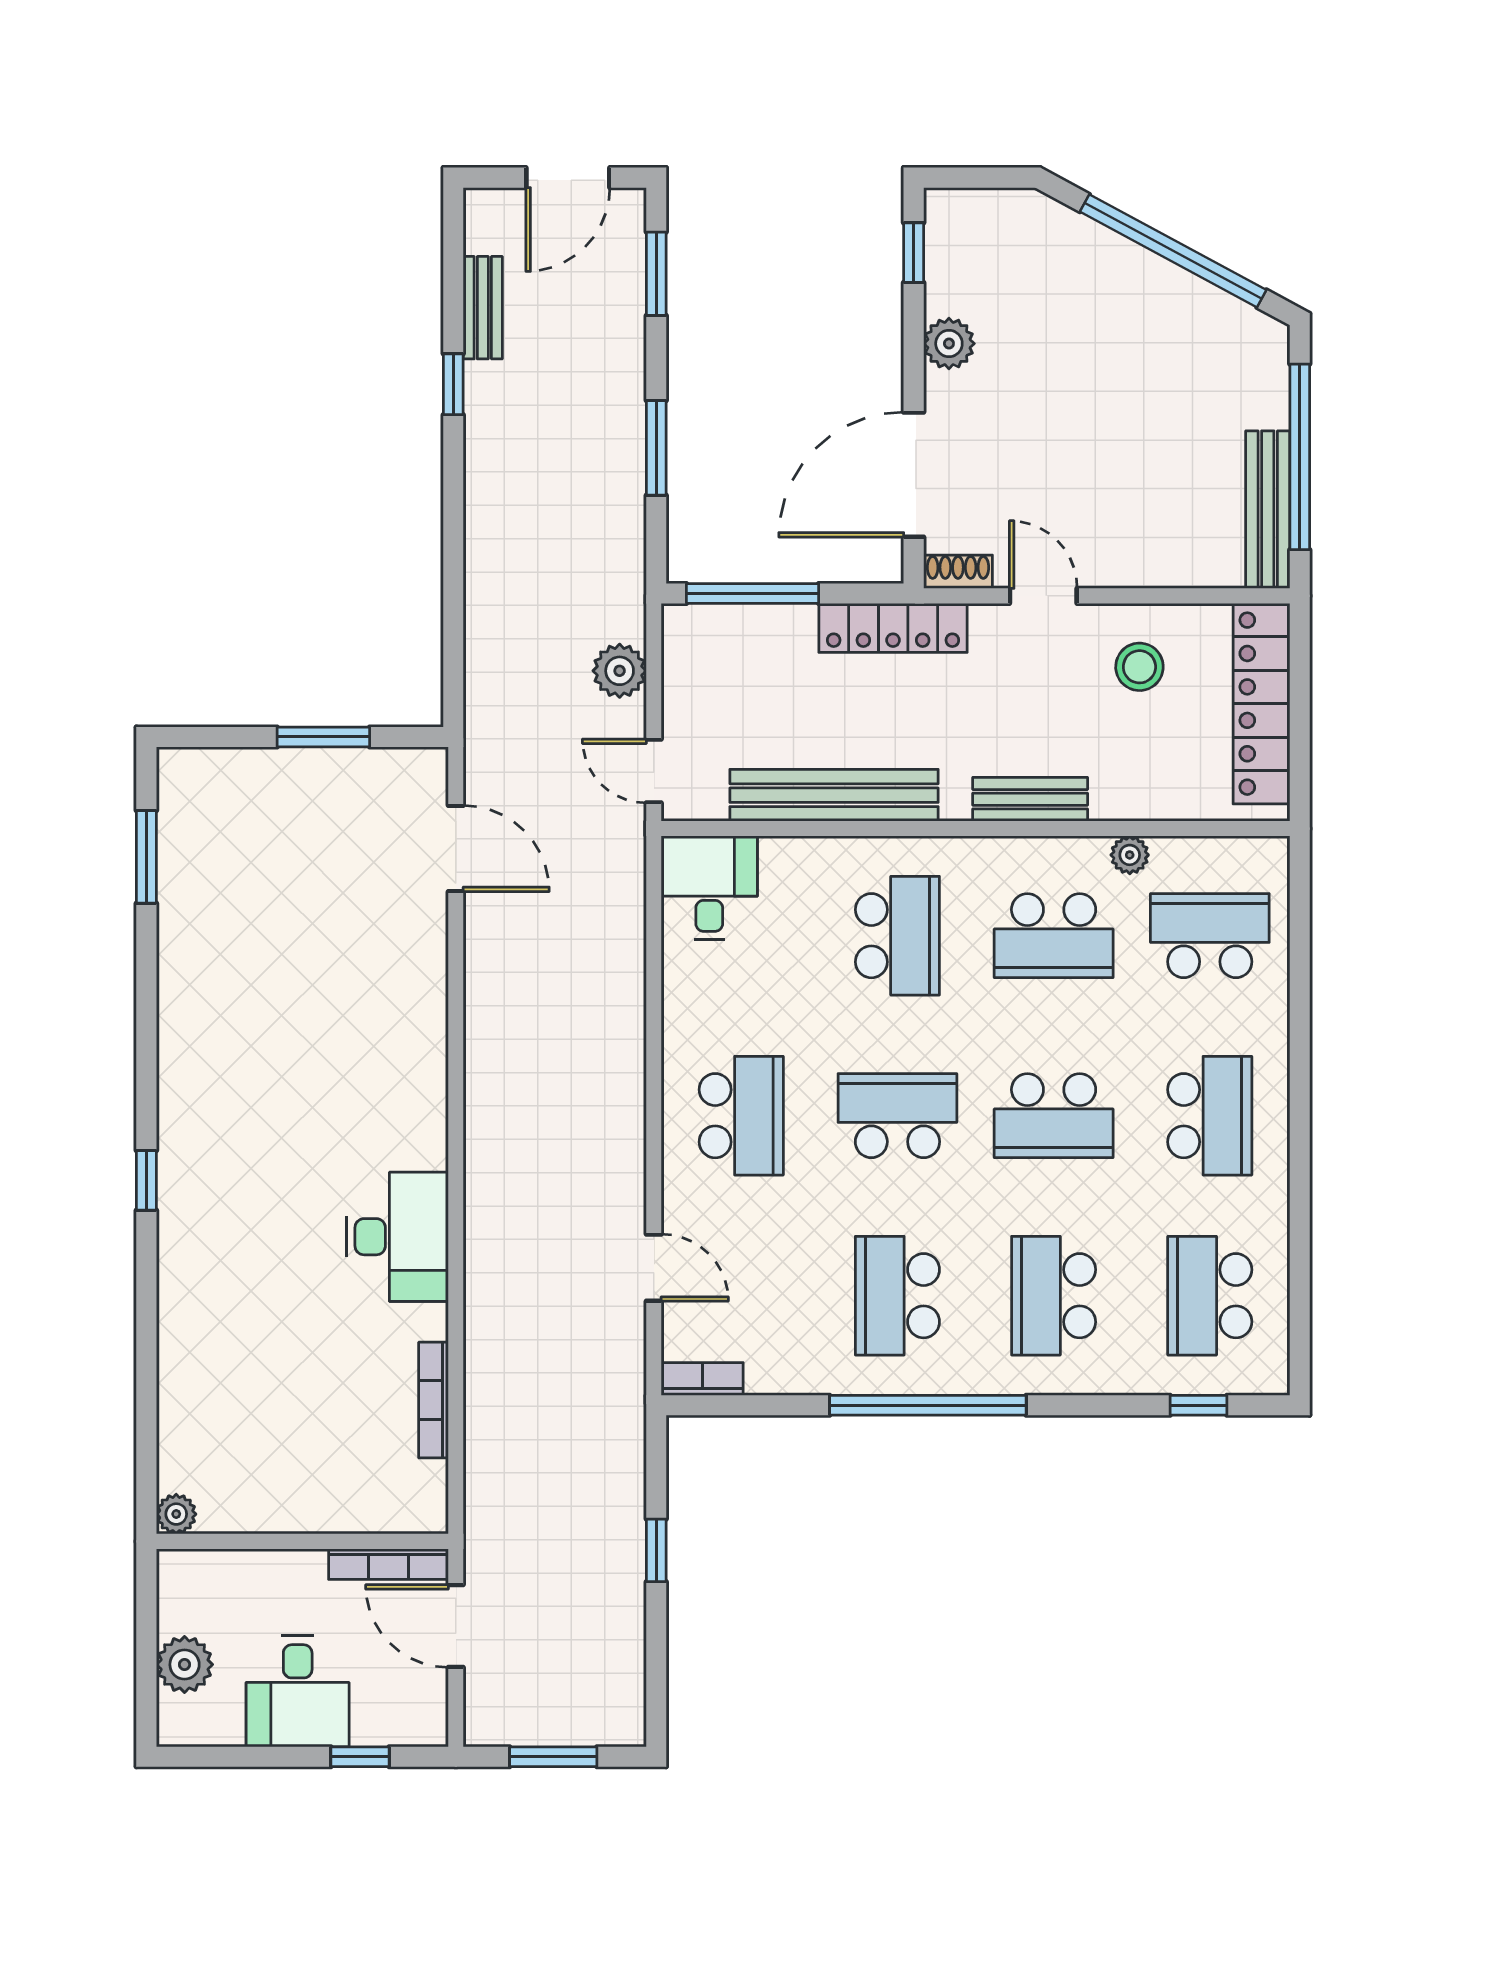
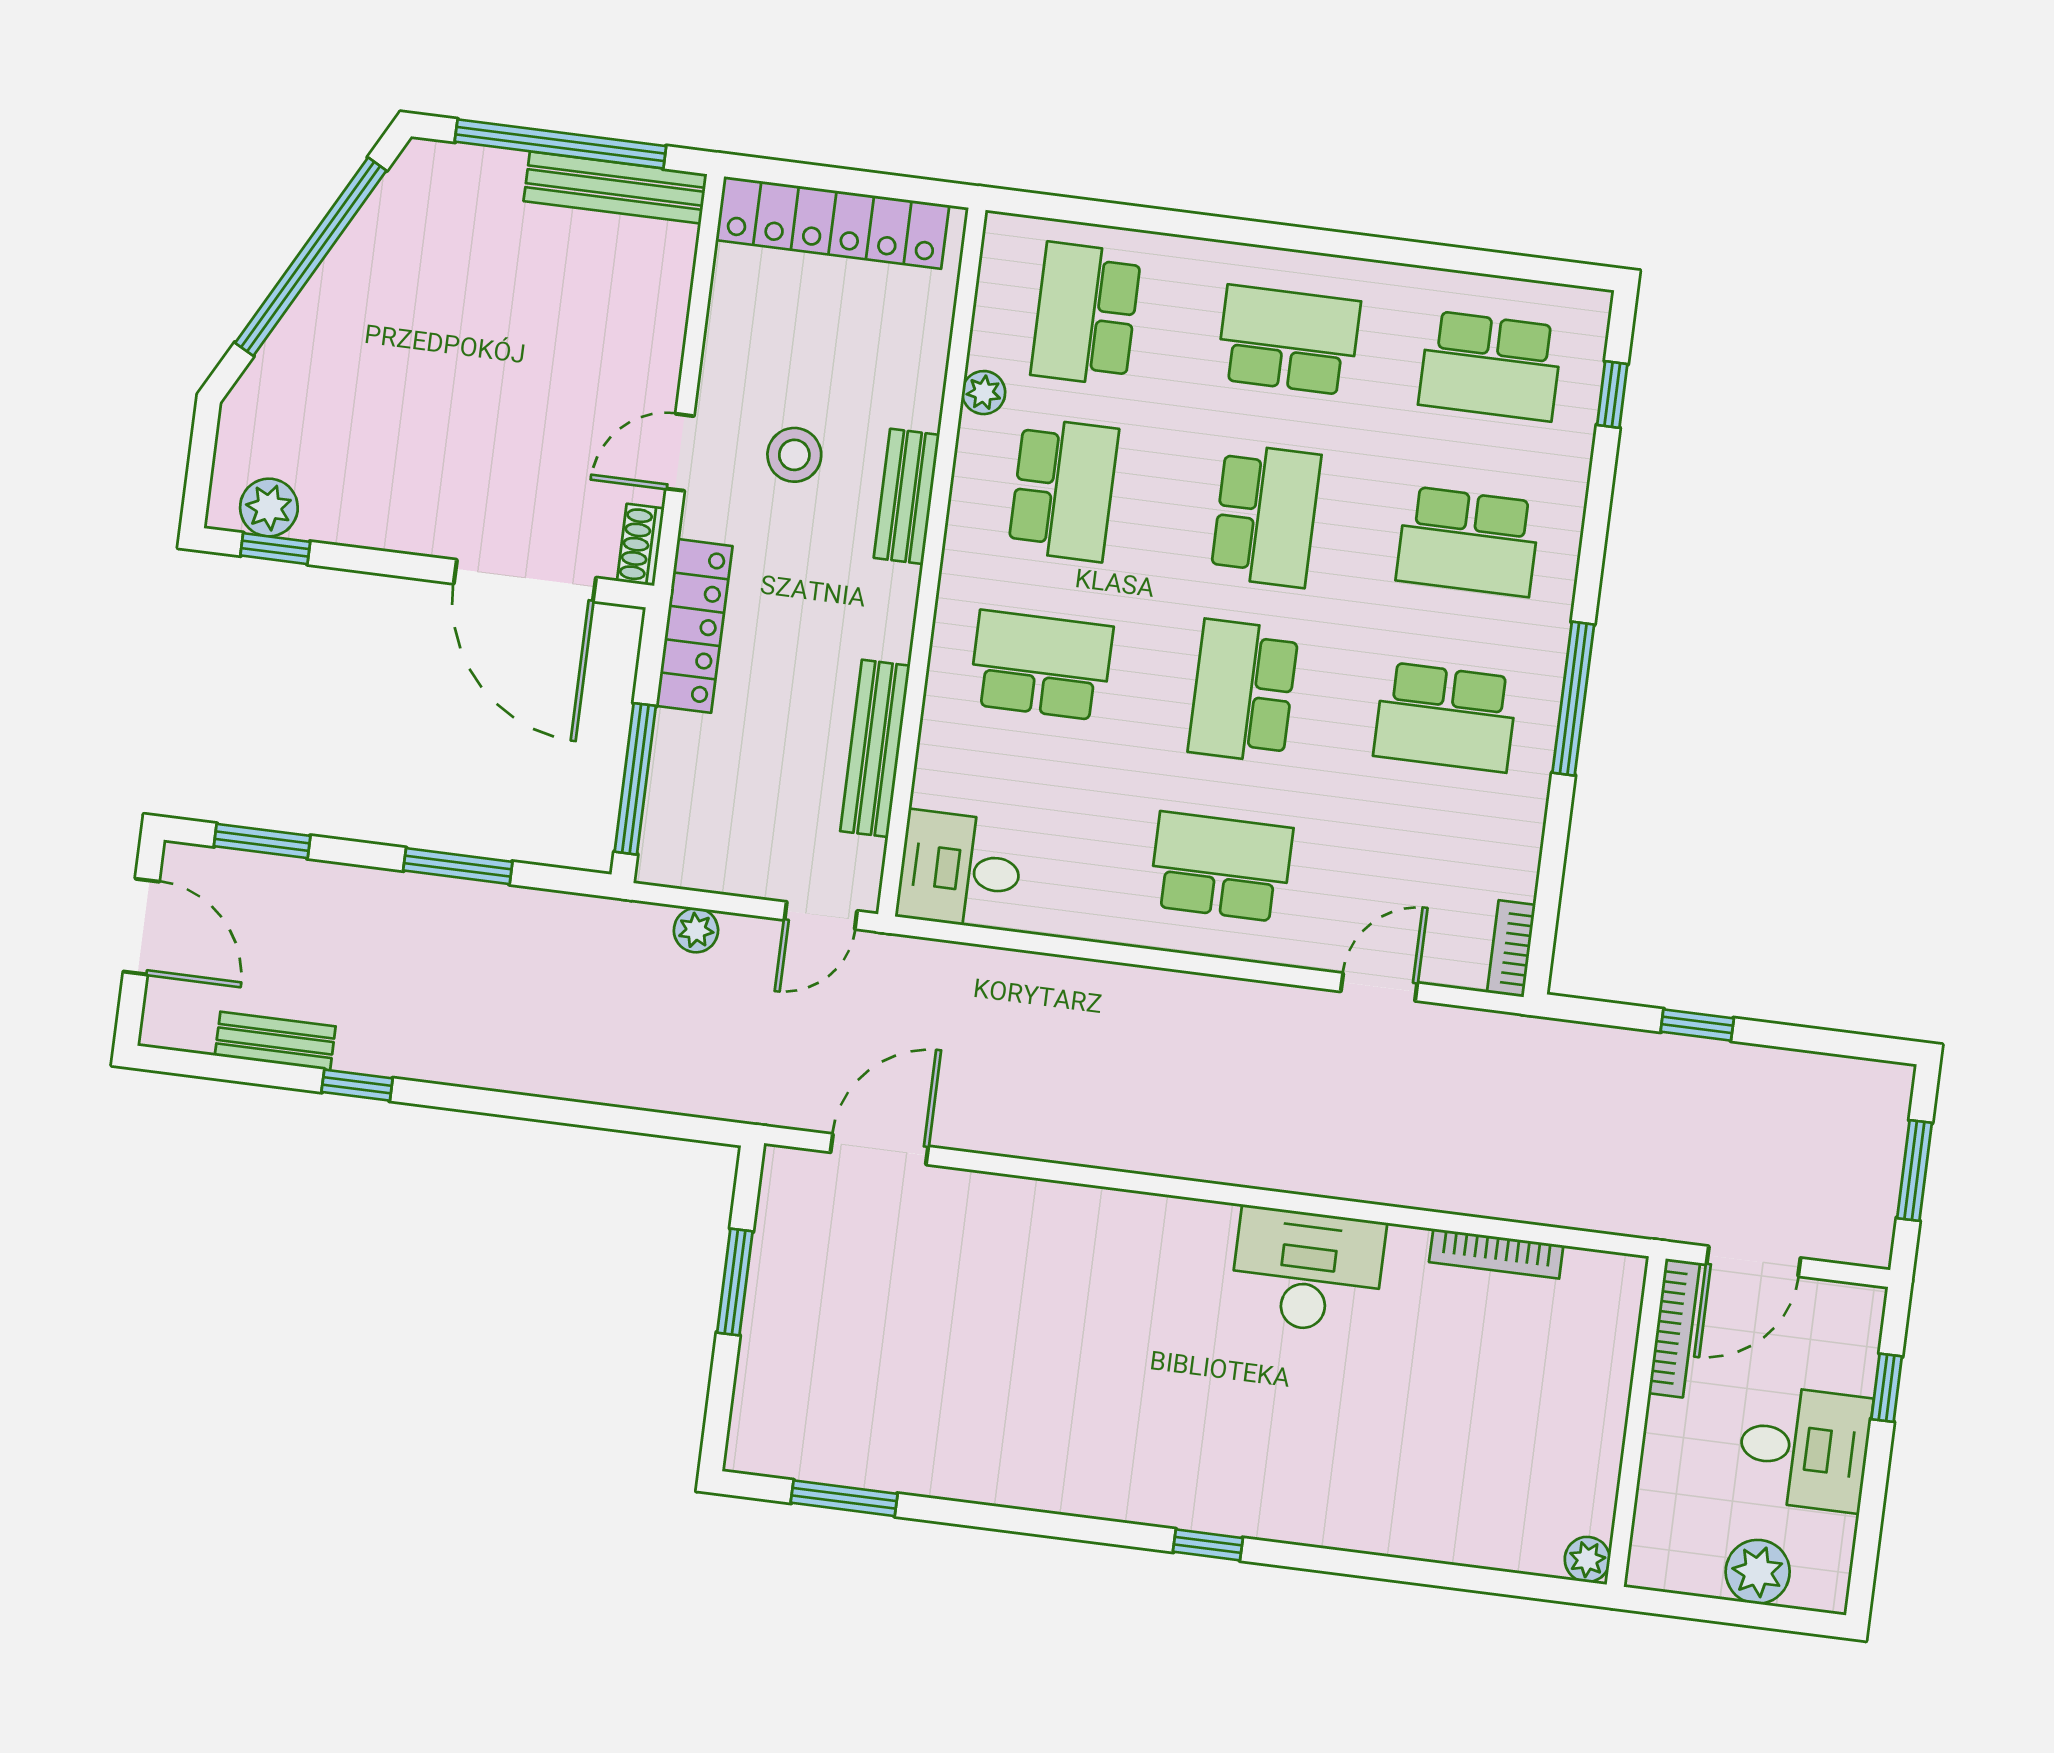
plant: (949, 344) -> (269, 507), moved
stool: (1139, 667) -> (794, 455), moved
plant: (620, 671) -> (696, 930), width x0.73, depth x0.73
bench: (834, 795) -> (875, 748), width x0.73, depth x0.82
window: (928, 1405) -> (1573, 699), width x0.68

